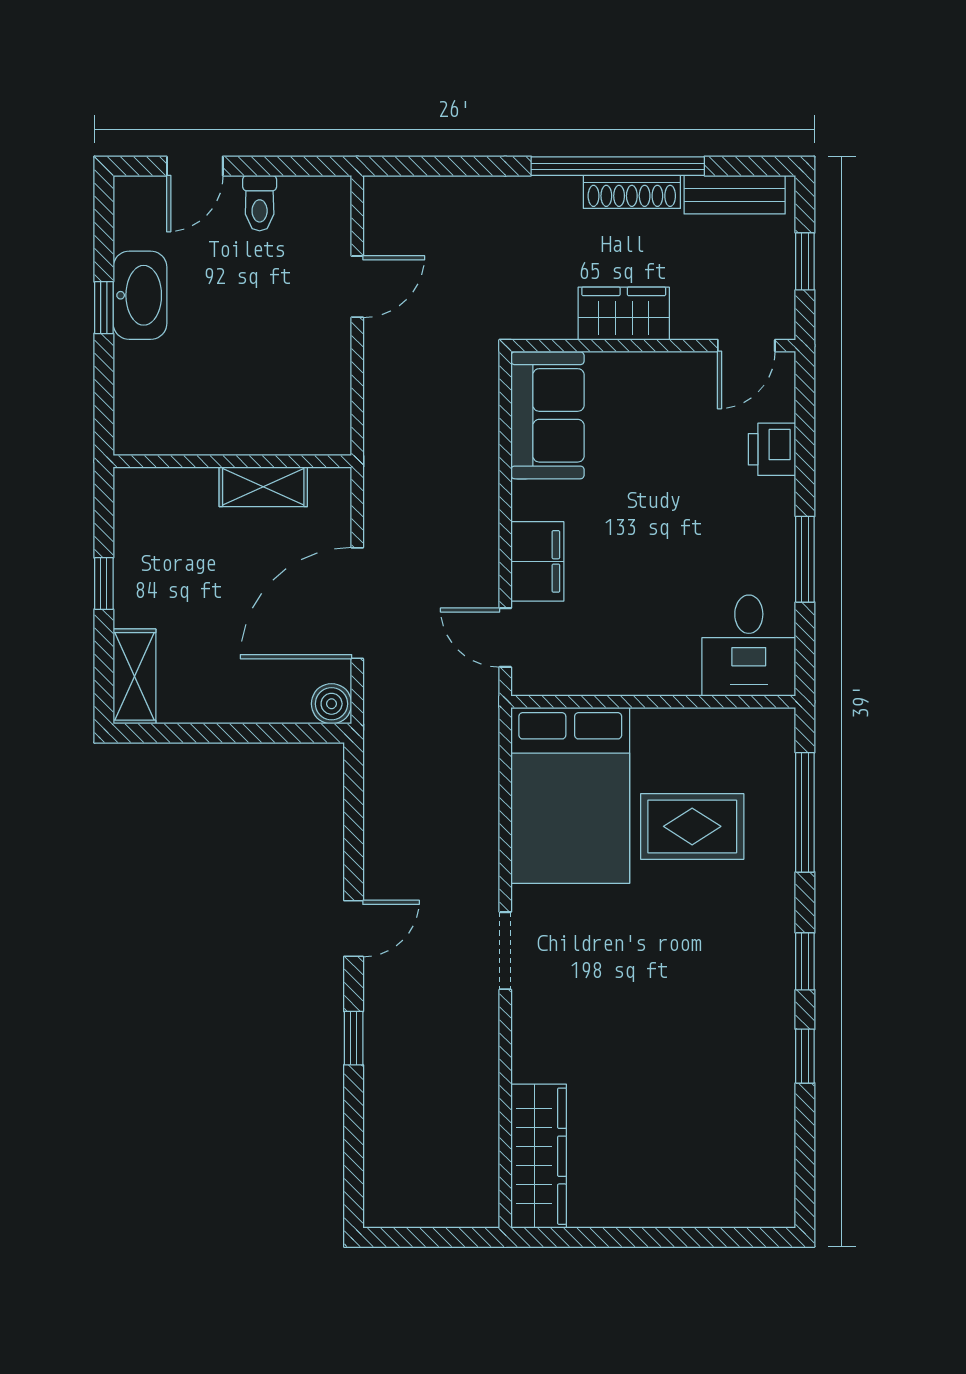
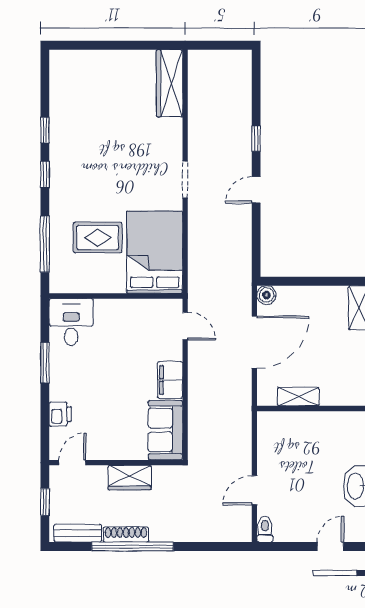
toilet: (260, 203) -> (265, 529), moved
filing cabinet: (537, 561) -> (170, 380), moved

